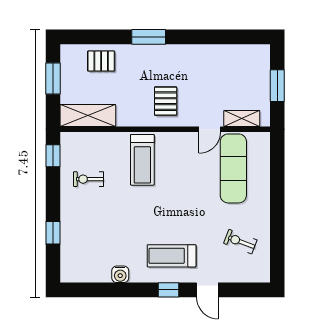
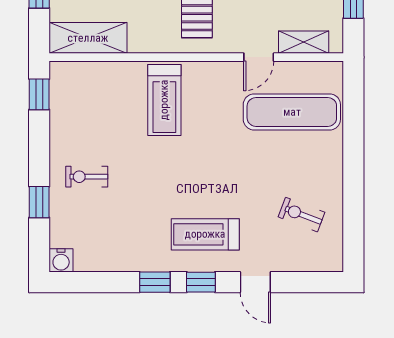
exercise mat: (233, 168) -> (292, 112), turned 90
exercise bike: (88, 179) -> (87, 177), moved
water cooler: (120, 274) -> (61, 260), moved
window: (135, 290) -> (155, 282), added

